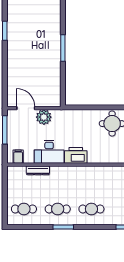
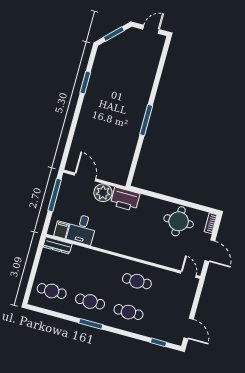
desk: (49, 152) -> (82, 229), moved, width x0.73
printer: (76, 155) -> (125, 199), moved, turned 180
dresser: (38, 170) -> (57, 245), moved
cafe table: (91, 182) -> (137, 281), added

